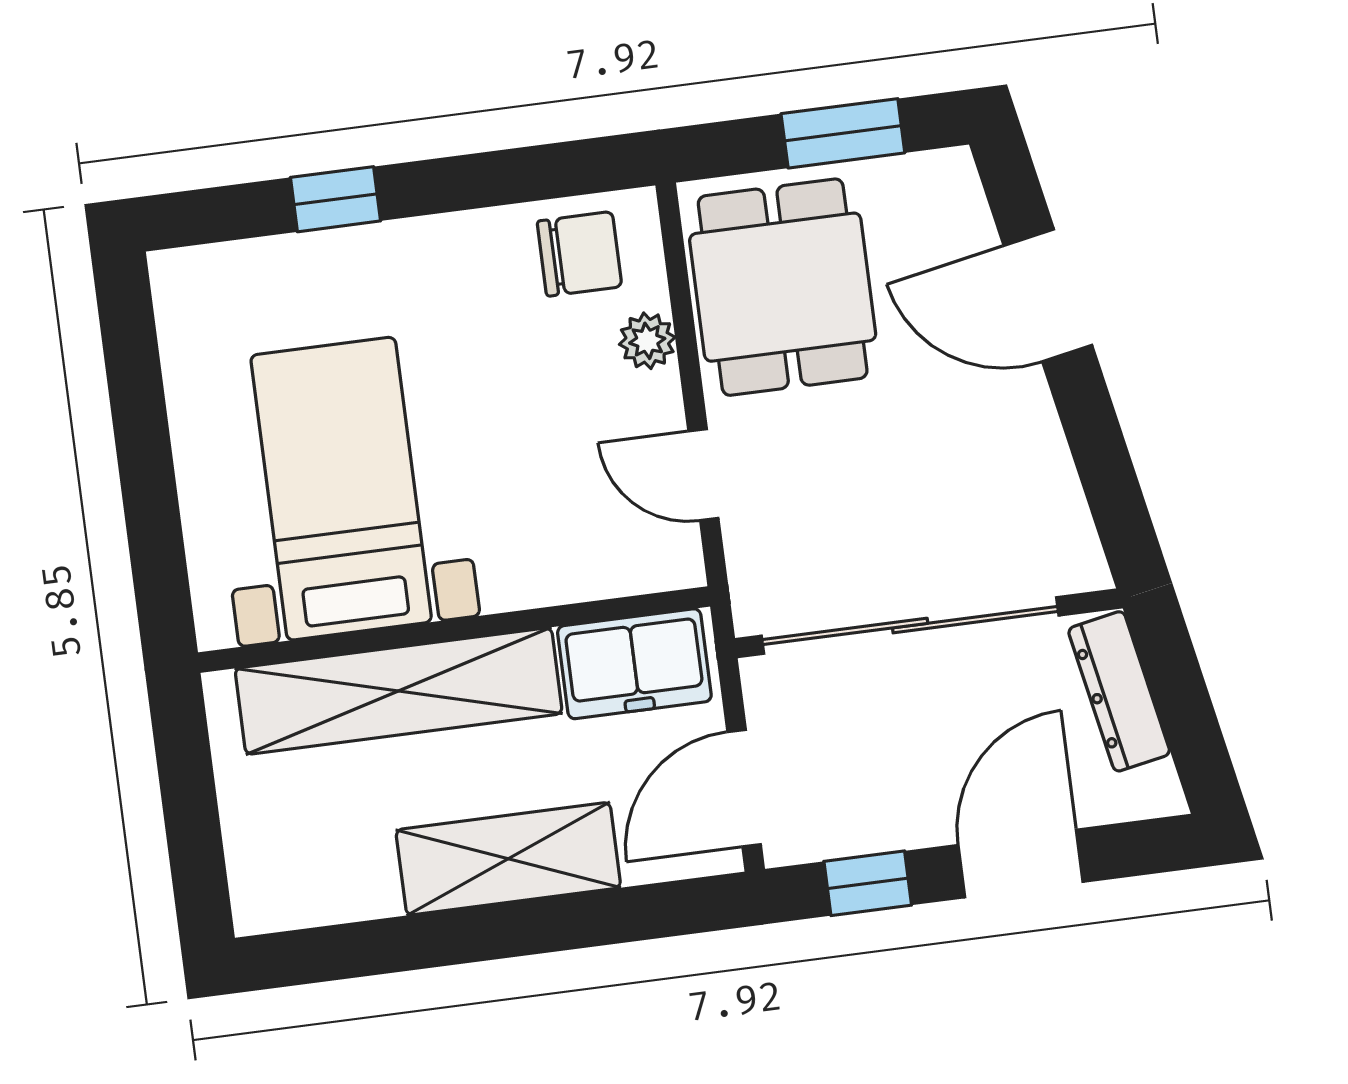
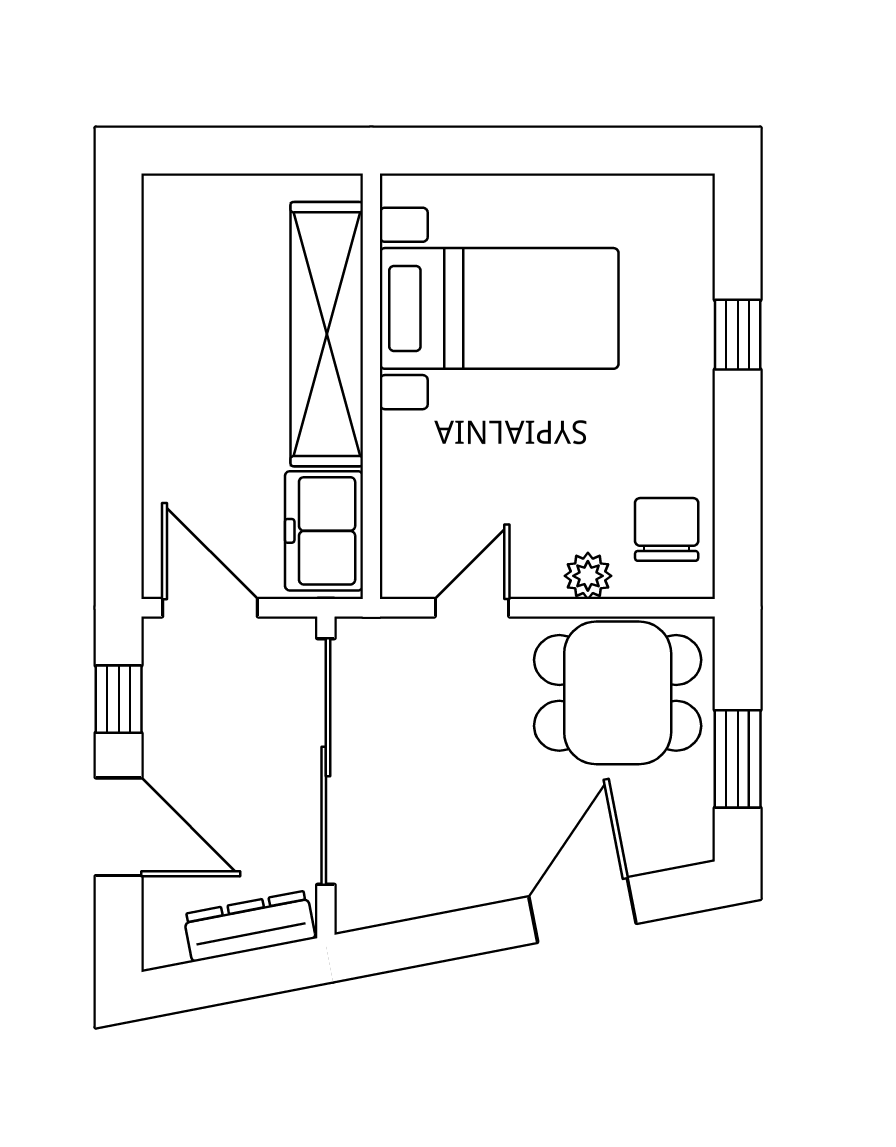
chair: (579, 254) -> (667, 529), turned 180
shelving: (508, 859) -> (177, 406), removed

